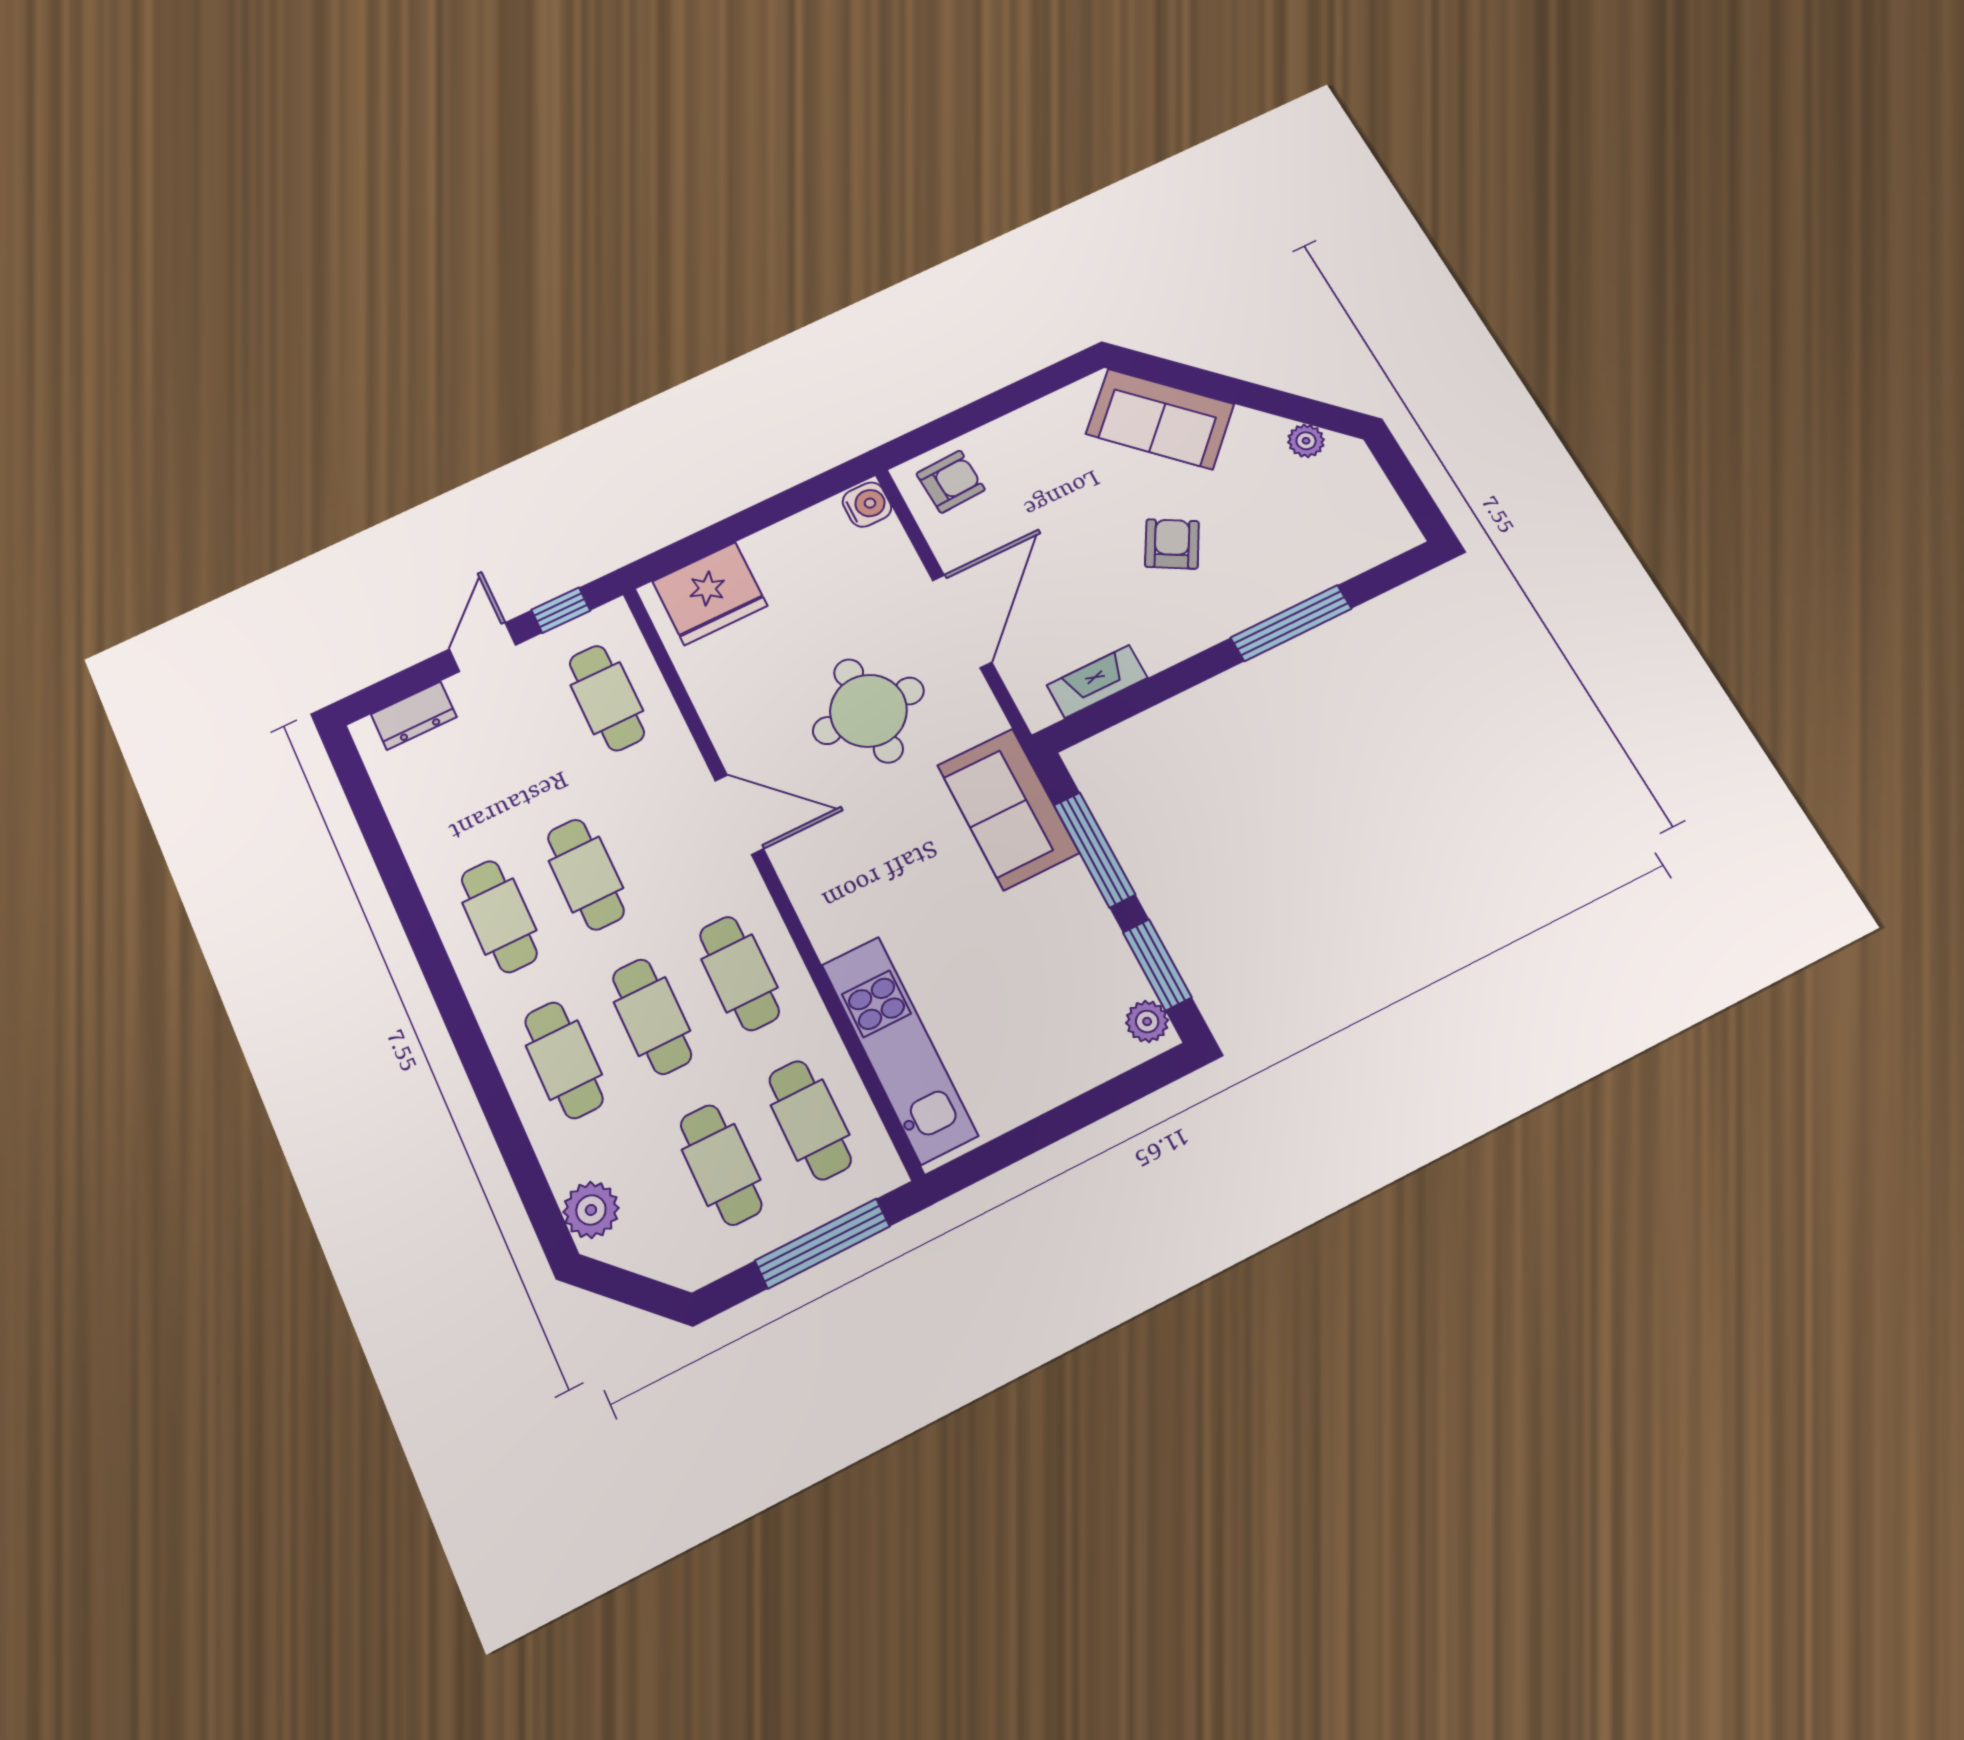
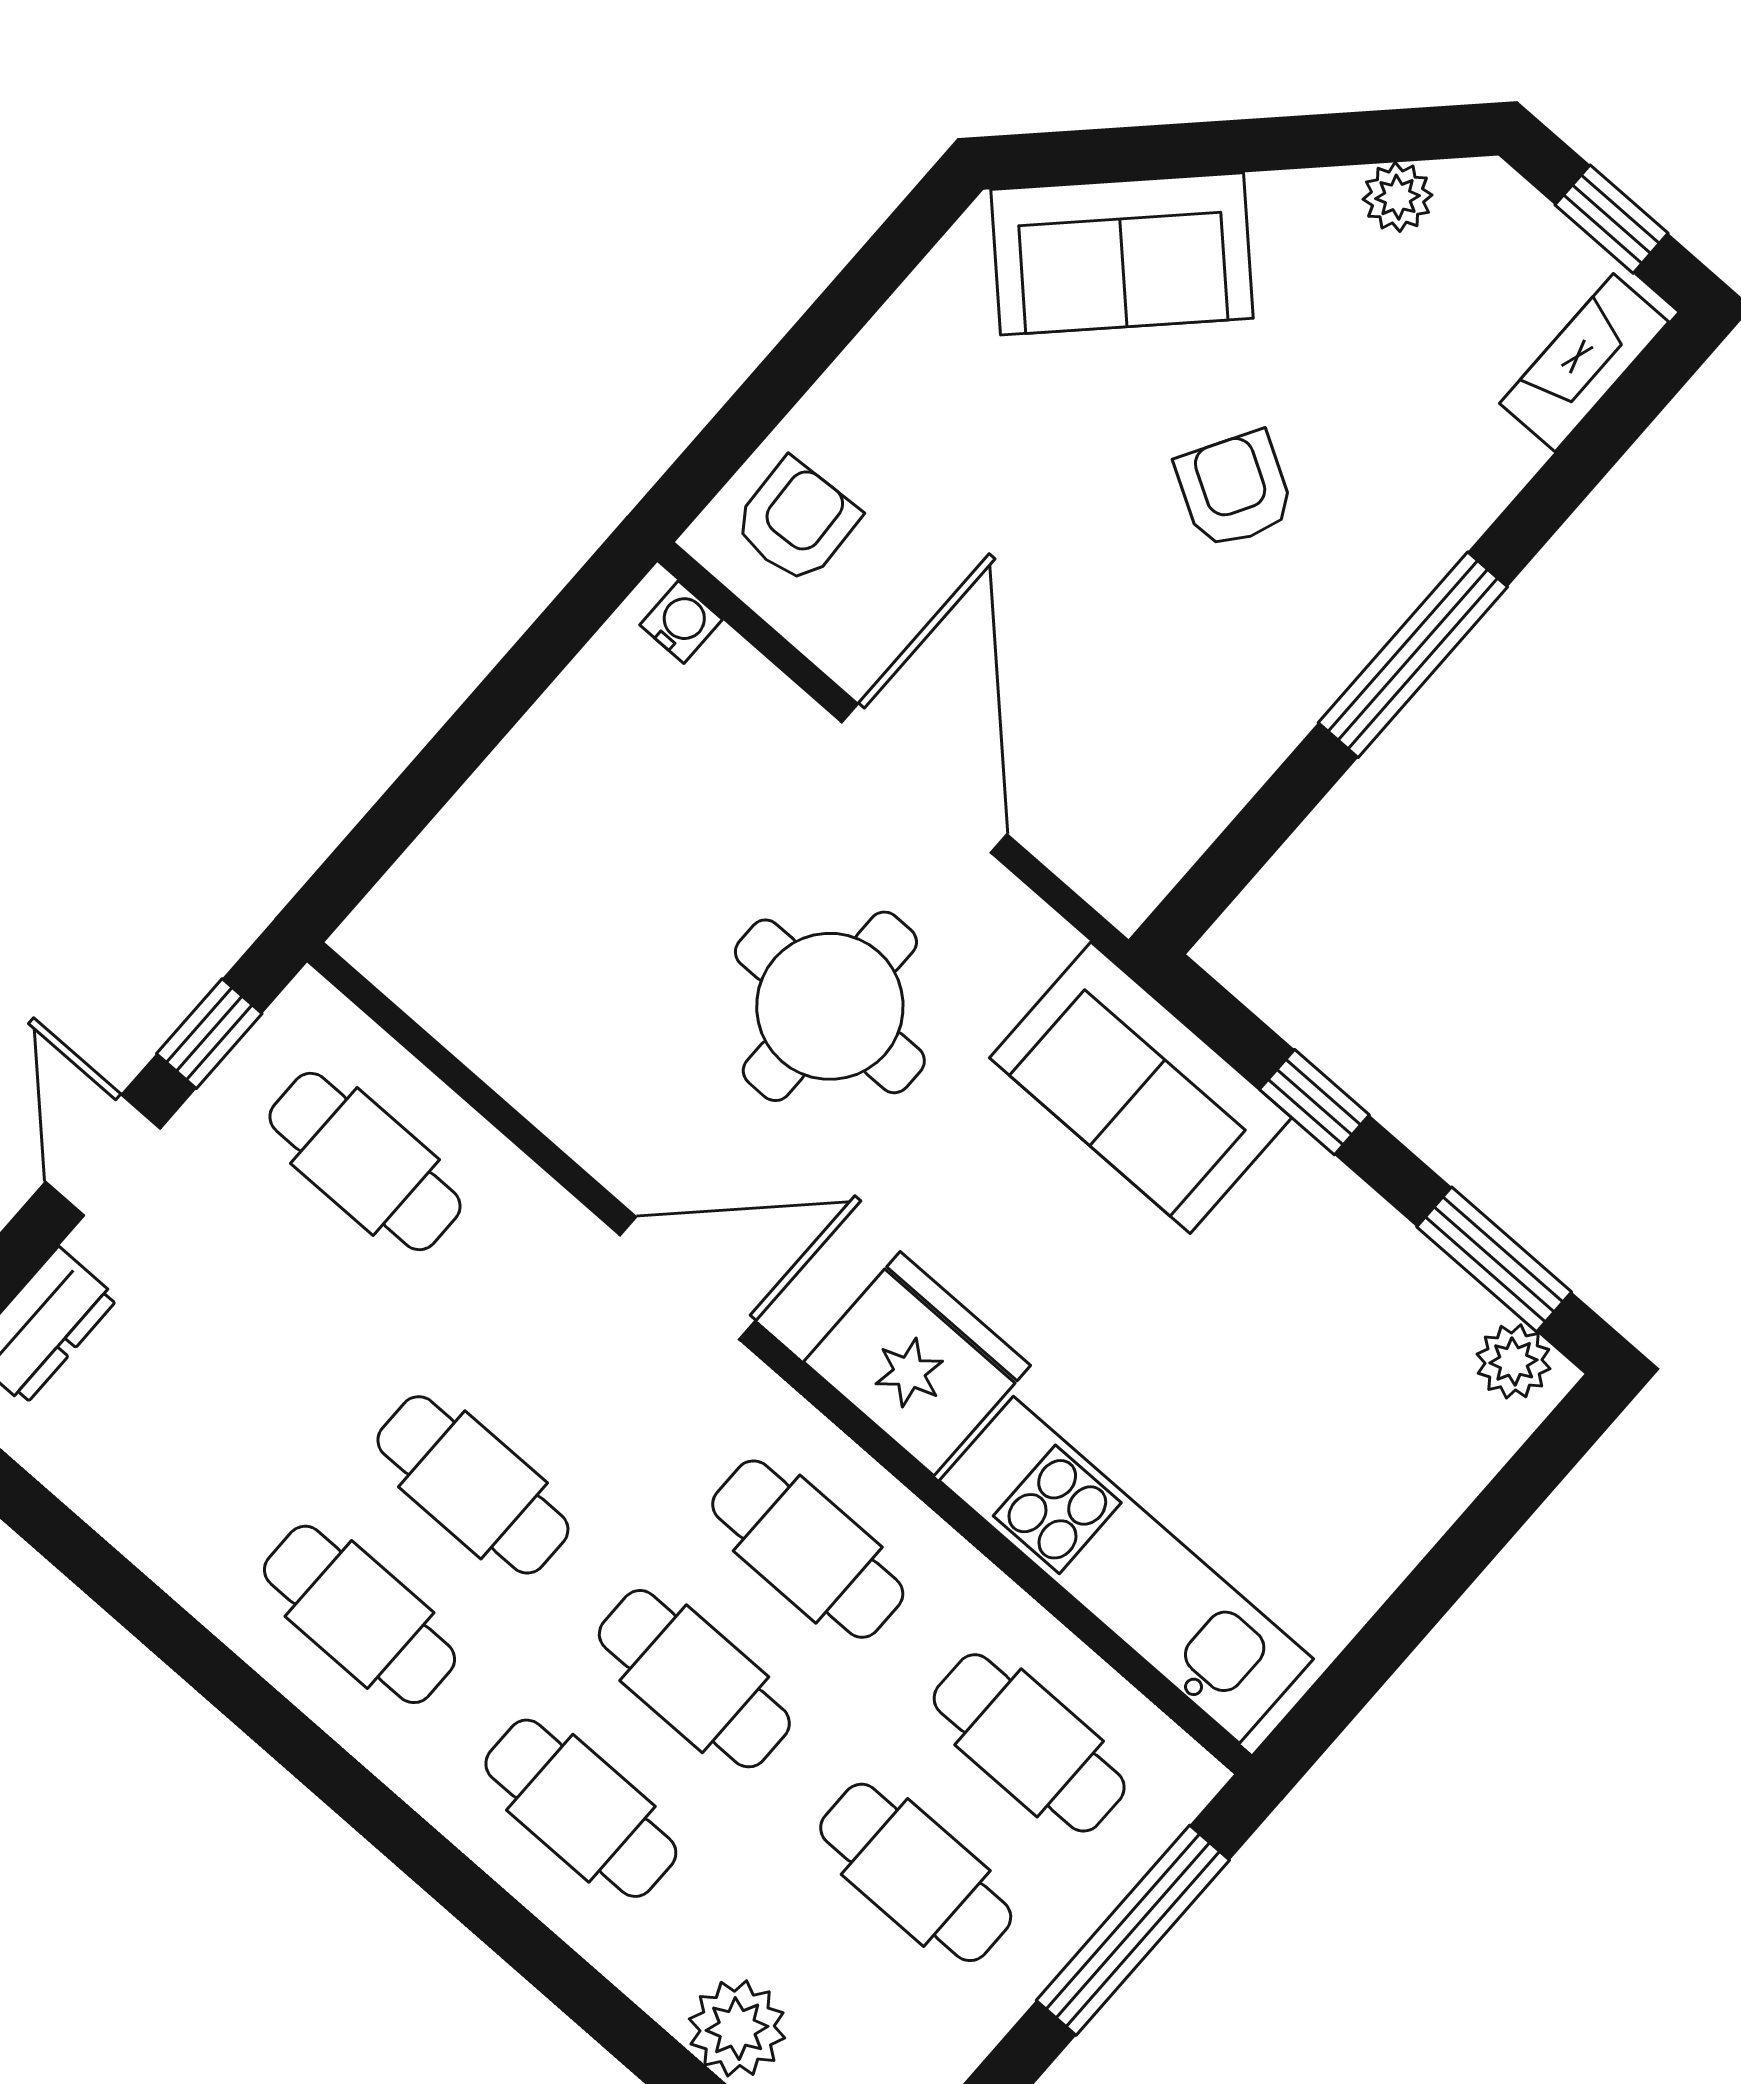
window: (1409, 488) -> (1612, 219), added
water cooler: (867, 505) -> (681, 622), width x0.72, depth x0.72
fridge: (710, 594) -> (917, 1364), moved, turned -90
window: (1291, 623) -> (1413, 655), moved
fireplace: (1097, 681) -> (1584, 363), moved
window: (1095, 850) -> (1314, 1102), width x0.46

